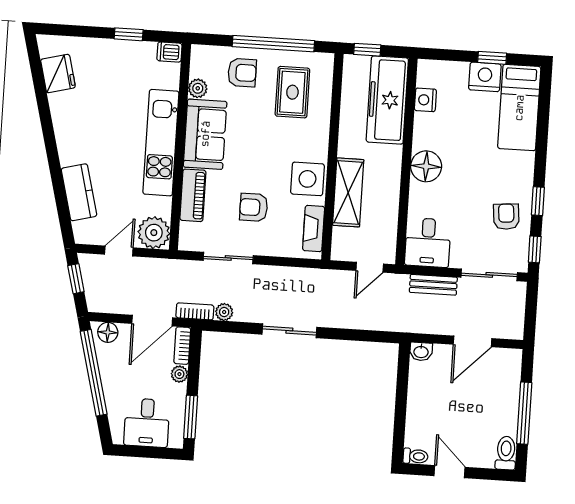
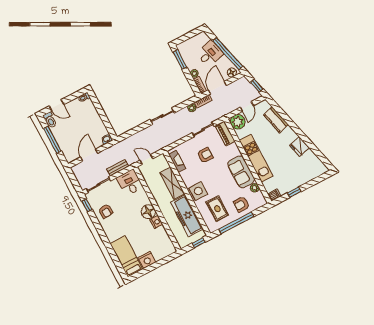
window: (492, 58) -> (149, 269), removed
fridge: (58, 74) -> (300, 147), moved
freezer: (387, 100) -> (187, 216), moved, turned 180
nightstand: (425, 100) -> (156, 222), moved
side table: (307, 179) -> (198, 191), moved
piano: (193, 195) -> (225, 133), moved
window: (538, 201) -> (97, 225), removed
door: (370, 267) -> (146, 159), hinge flipped
desk: (147, 423) -> (210, 54), moved, turned 76
door: (450, 472) -> (56, 105), moved

